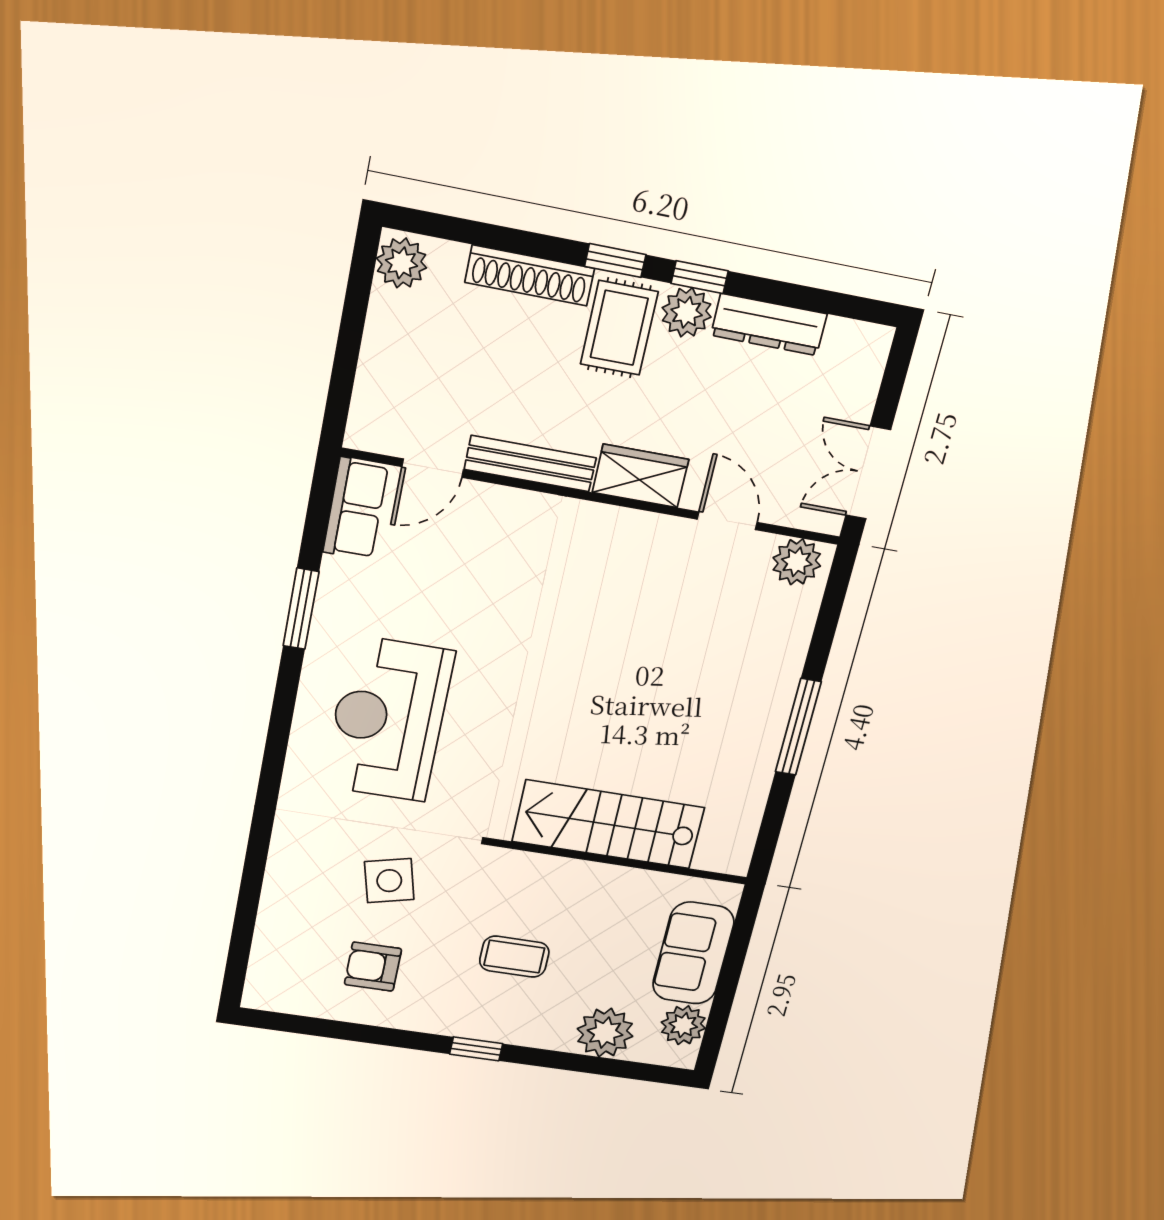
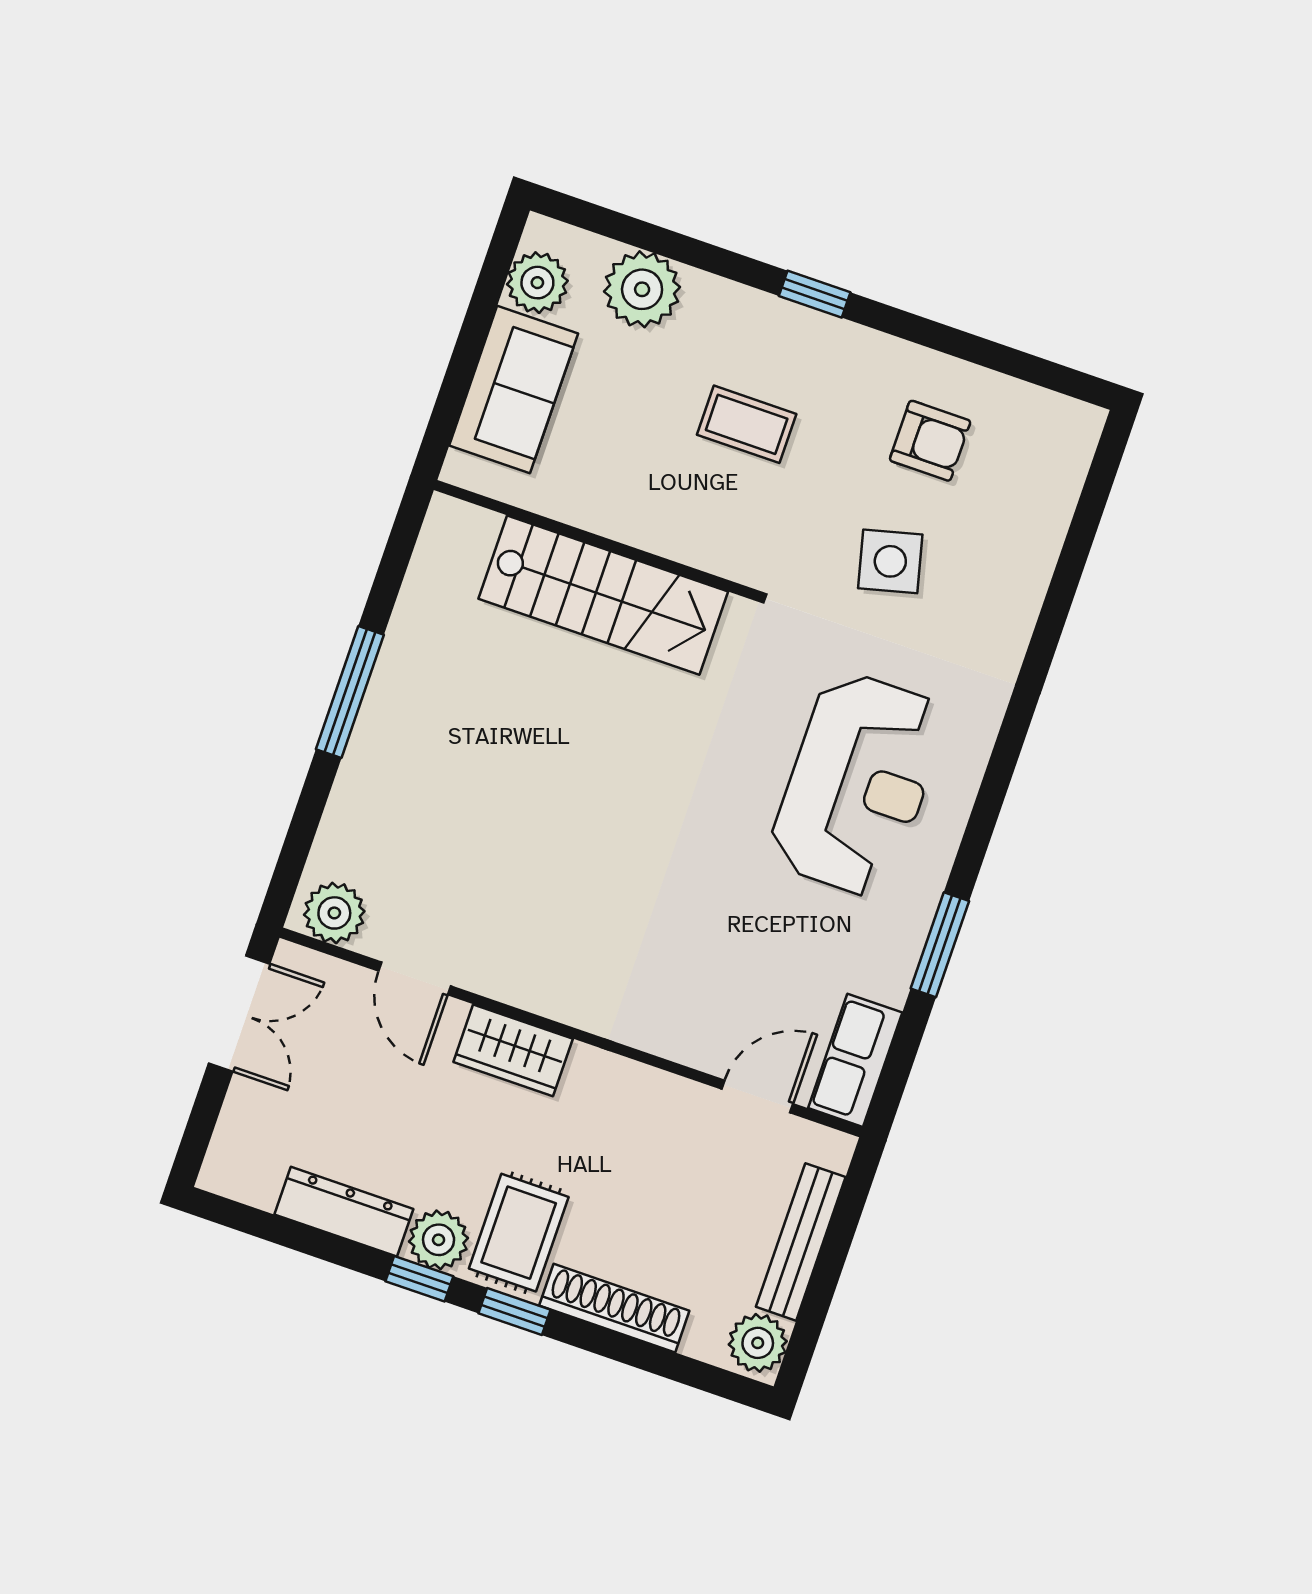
bench: (530, 464) -> (801, 1242), moved, turned 90

